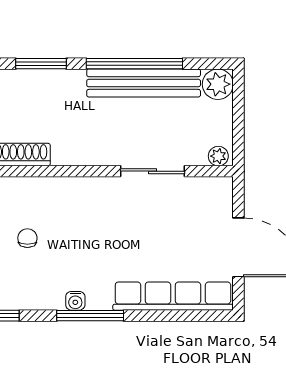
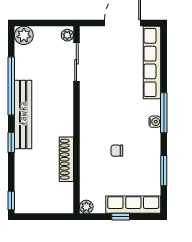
window: (41, 64) -> (11, 142), width x0.67
bench: (144, 83) -> (23, 114), moved
sliding door: (153, 171) -> (76, 62), moved

